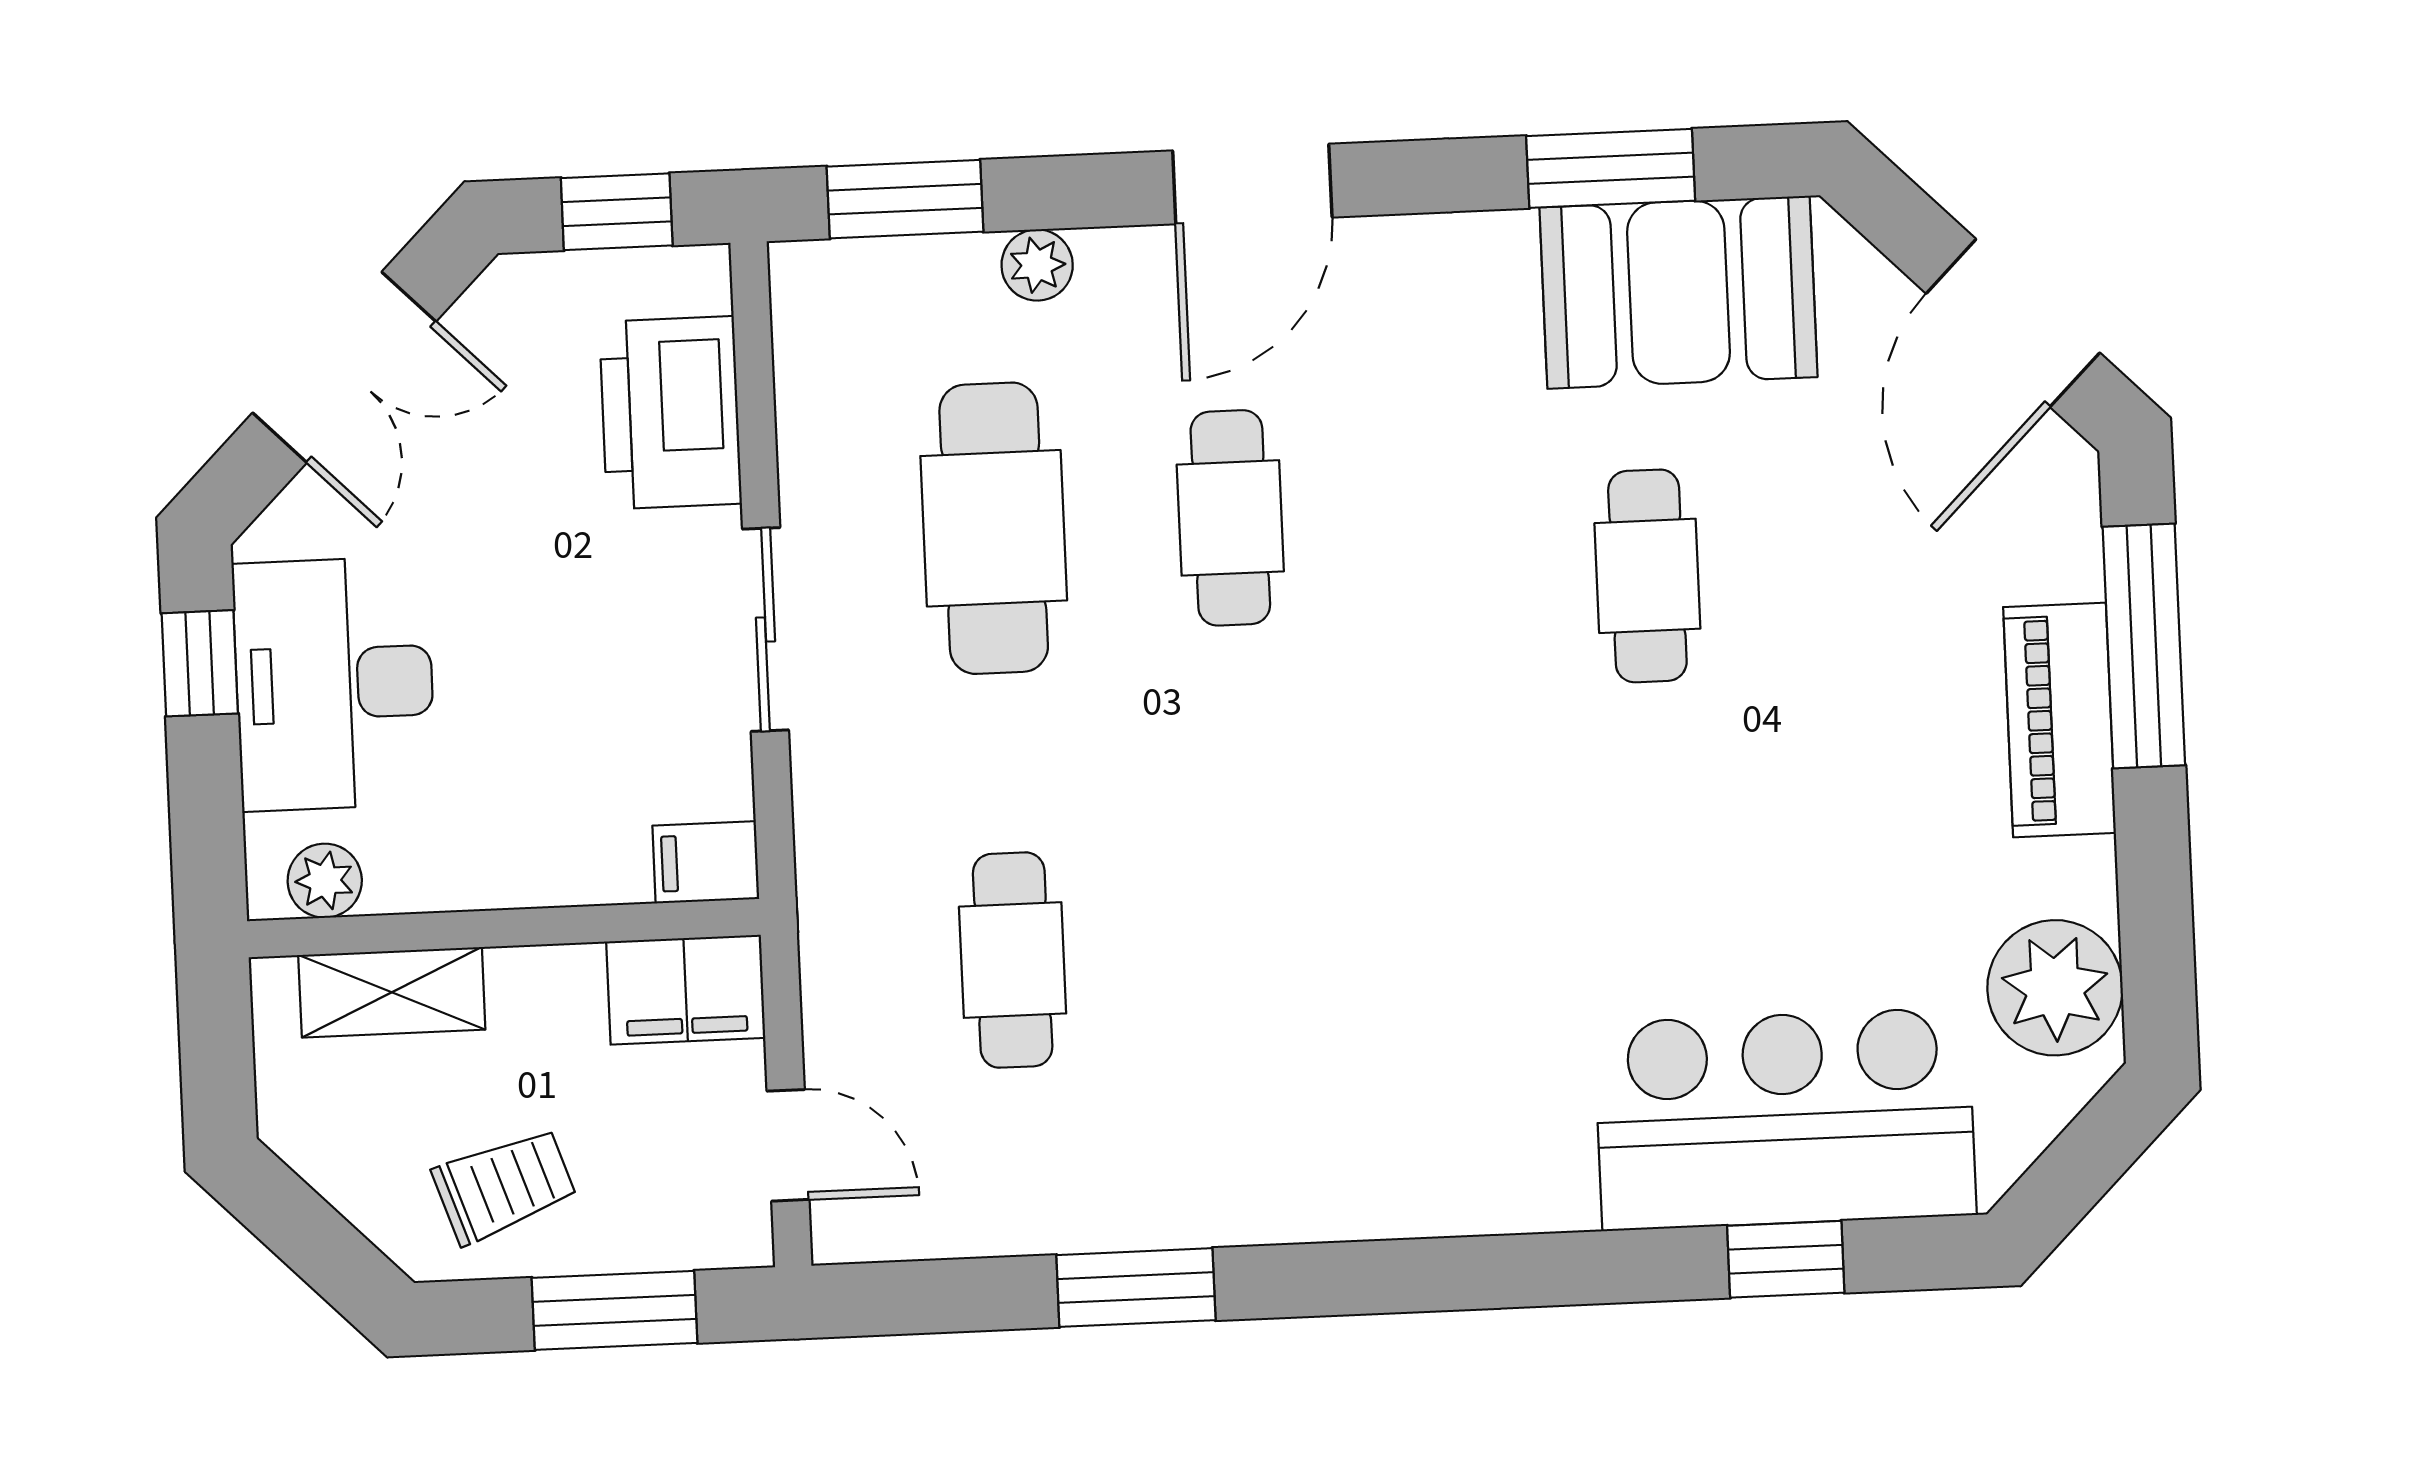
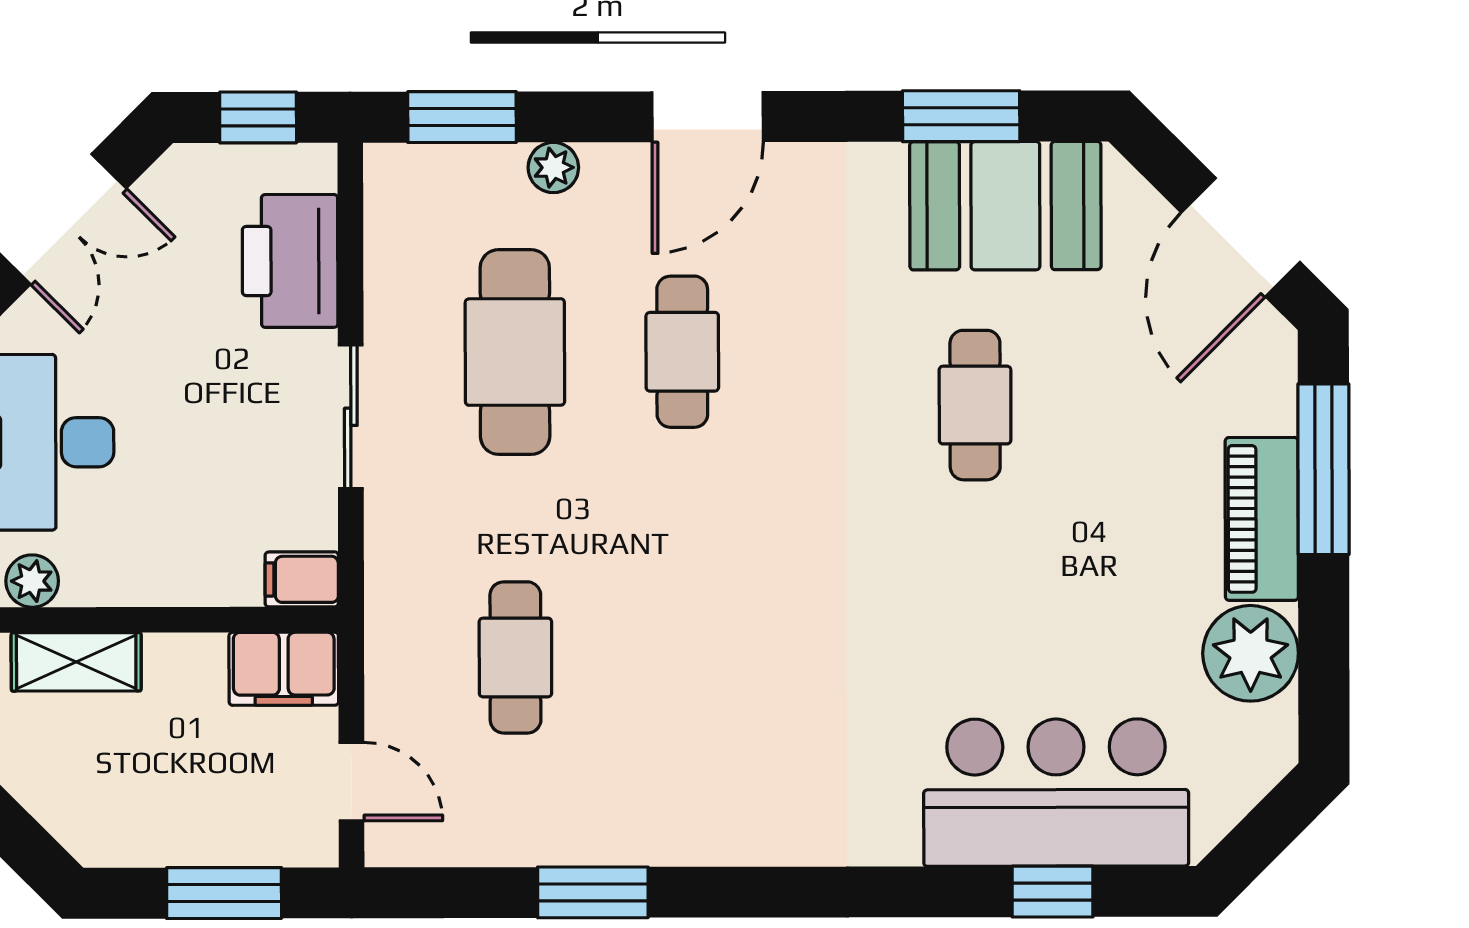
plant: (2055, 988) -> (1251, 653), moved
trolley: (504, 1186) -> (150, 802), removed

